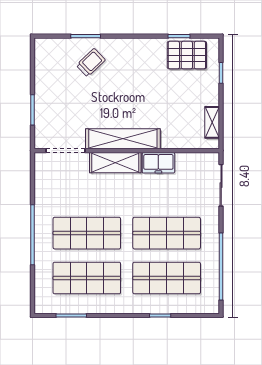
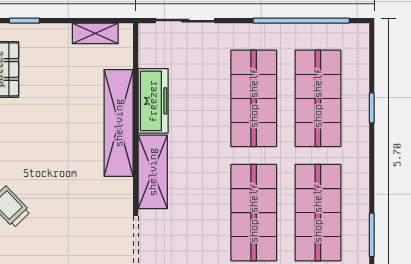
shelving: (123, 139) -> (119, 123), moved
freezer: (158, 163) -> (153, 101), width x1.40

